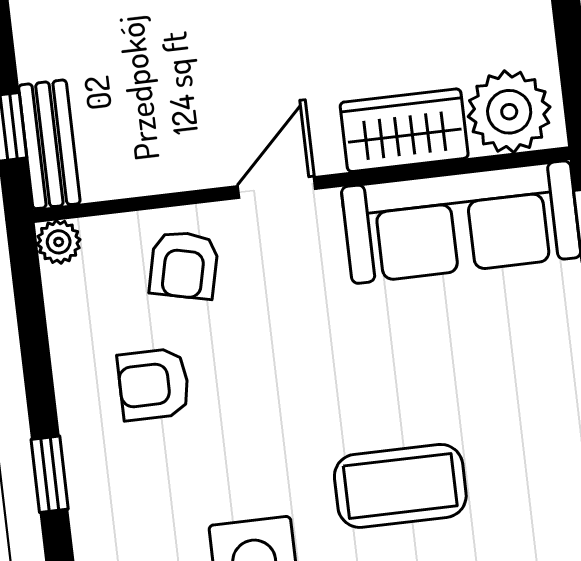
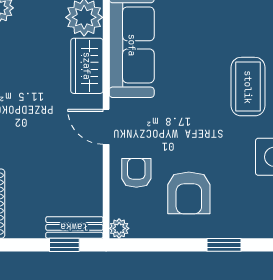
armchair: (184, 265) -> (136, 173), turned -103
armchair: (154, 384) -> (189, 193), width x1.38, depth x1.38

